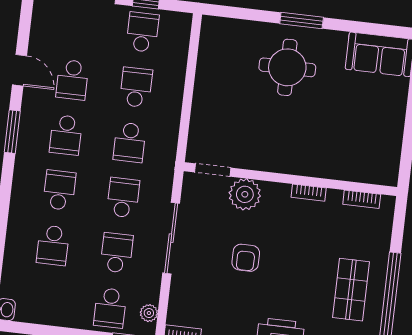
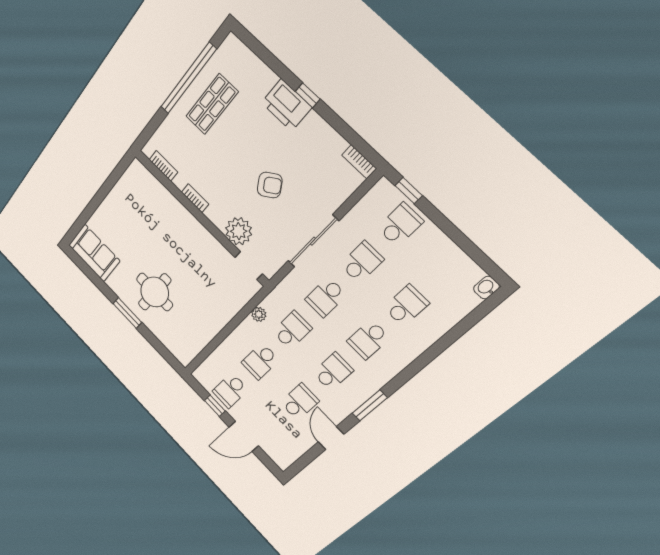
school desk: (117, 253) -> (362, 262), turned 180
armchair: (246, 258) -> (270, 185), turned 57
plant: (149, 313) -> (259, 314), moved

